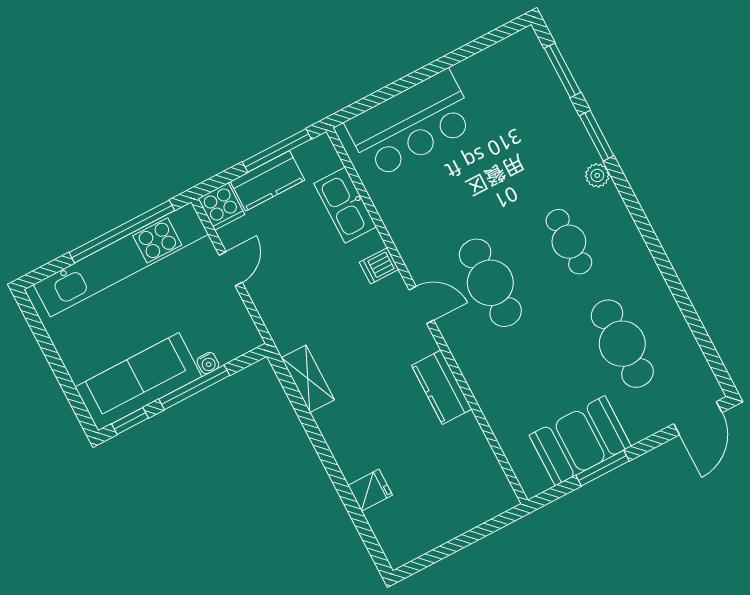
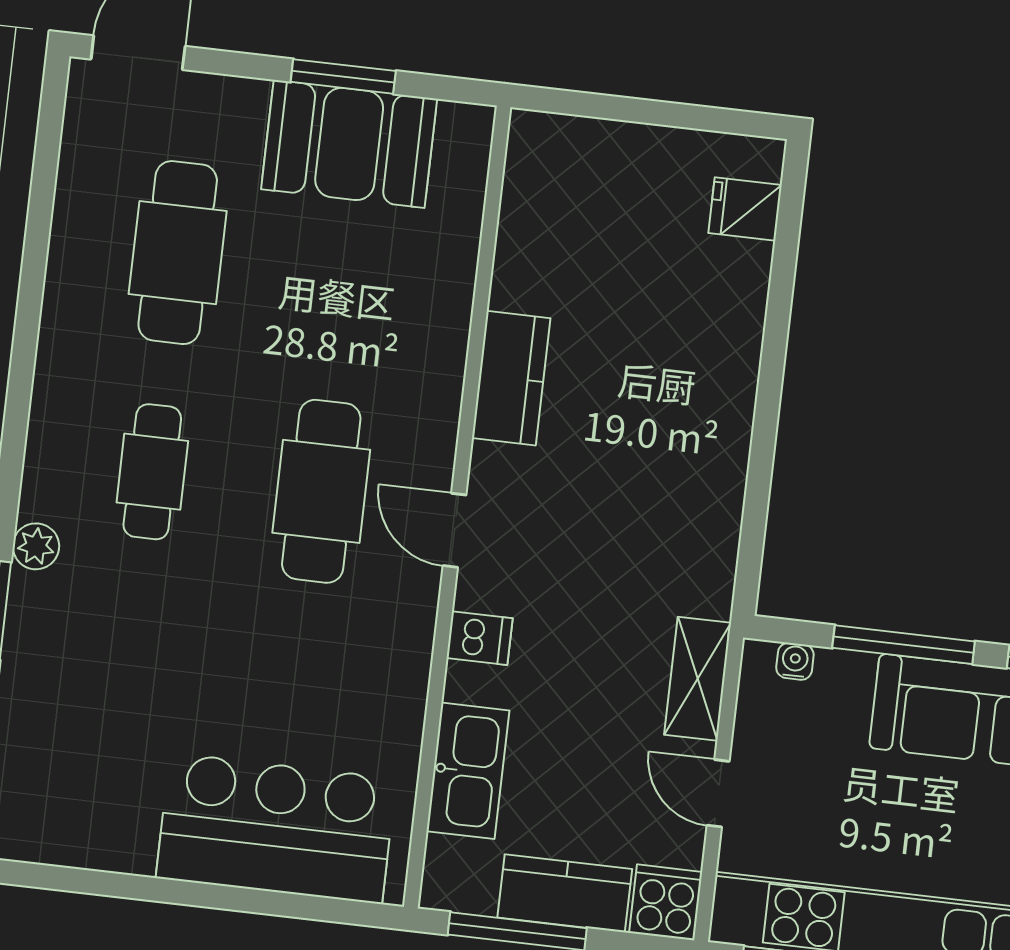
door: (231, 269) -> (718, 793), hinge flipped
water cooler: (208, 363) -> (795, 661), moved
shelving: (308, 379) -> (698, 679), moved
fridge: (370, 490) -> (745, 209), moved

